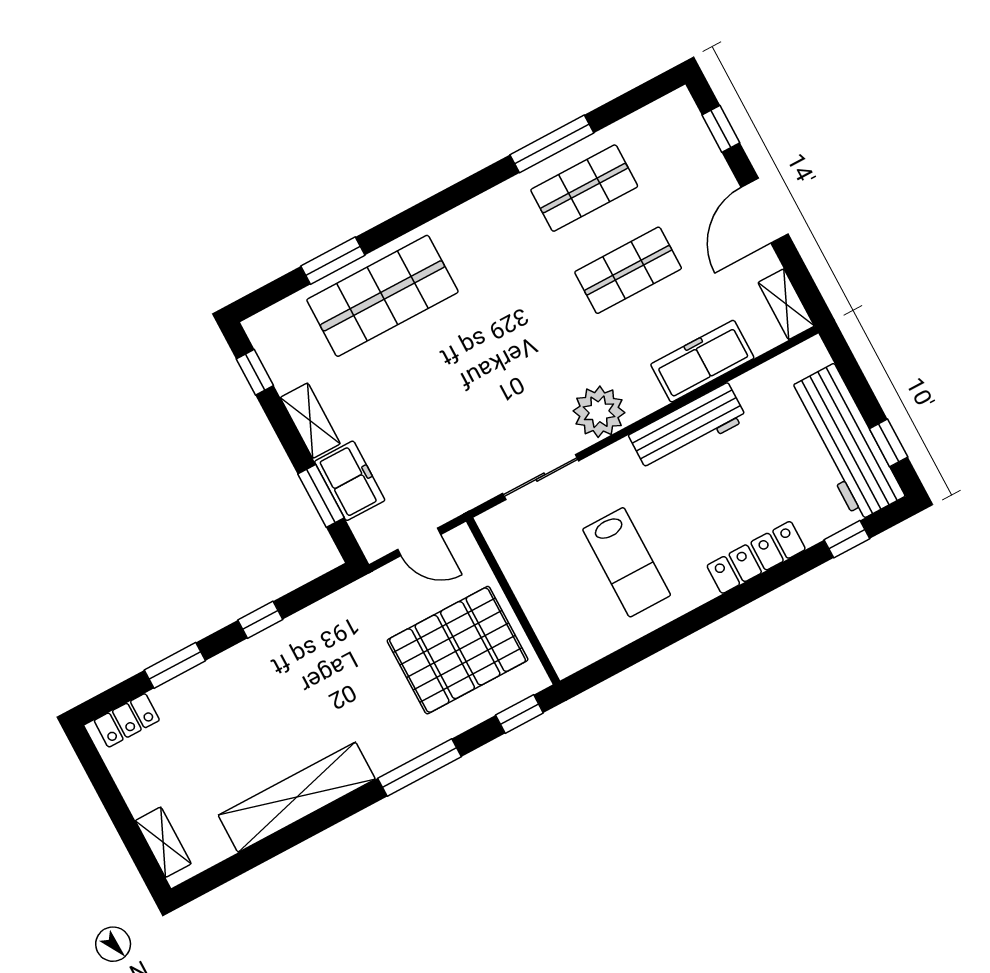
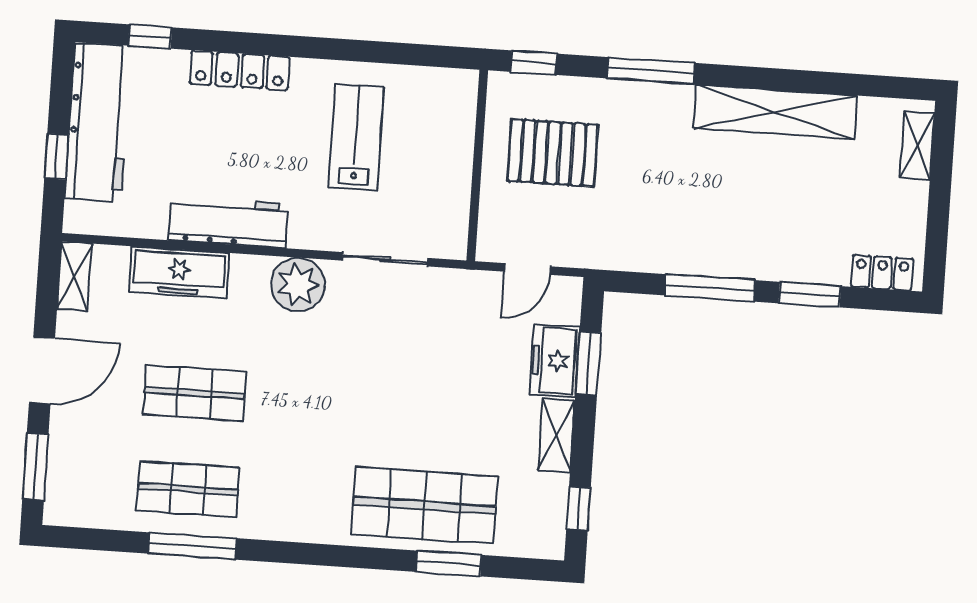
window: (721, 129) -> (35, 466), width x1.50
window: (889, 443) -> (57, 156), moved
door: (419, 542) -> (527, 269), swing flipped
window: (260, 620) -> (710, 288), width x2.17
pallet: (458, 650) -> (553, 153), width x0.73, depth x0.71

